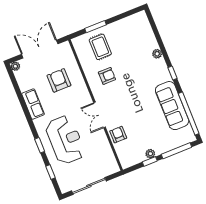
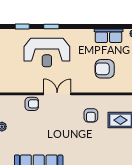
armchair: (59, 80) -> (105, 69), turned 180
row of seats: (33, 104) -> (109, 36), moved

